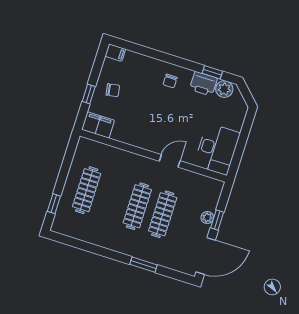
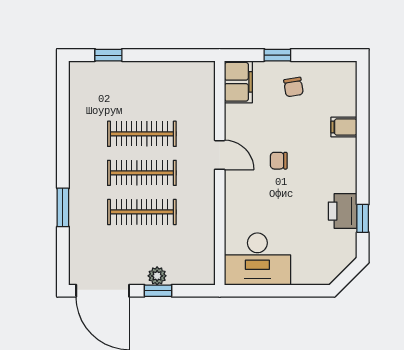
filing cabinet: (115, 53) -> (344, 127), moved, turned 90
chair: (170, 81) -> (279, 161), moved
plant: (224, 89) -> (345, 243), removed
door: (170, 161) -> (220, 155), moved
clothes rail: (87, 190) -> (142, 134), moved

